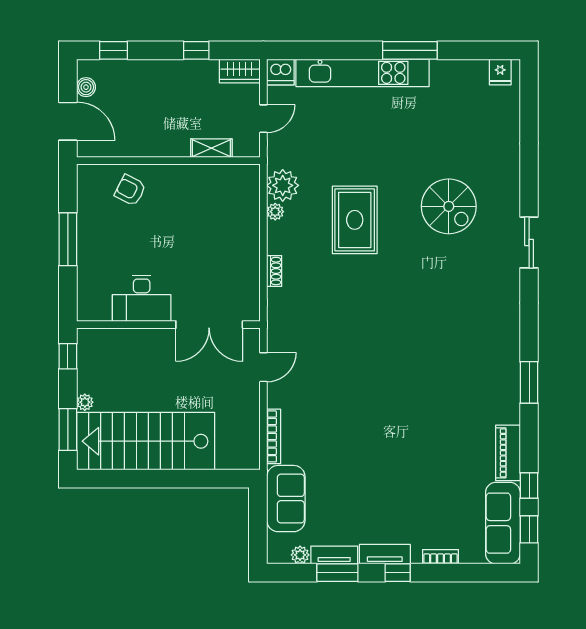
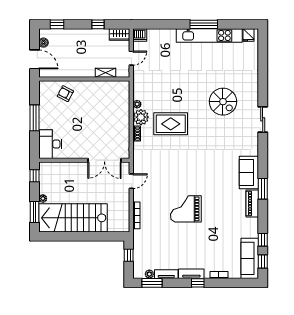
kitchen unit: (363, 73) -> (209, 36), moved
plant: (283, 185) -> (141, 117), moved
rug: (355, 220) -> (171, 124), moved, turned 90
desk: (142, 298) -> (50, 144), moved, turned 90
grand piano: (374, 423) -> (186, 209), added
piano: (508, 453) -> (252, 204), moved
sofa: (286, 499) -> (249, 173), moved, turned 180
window: (258, 517) -> (129, 255), added
window: (337, 573) -> (152, 283), moved

